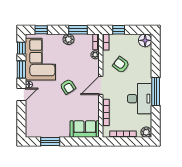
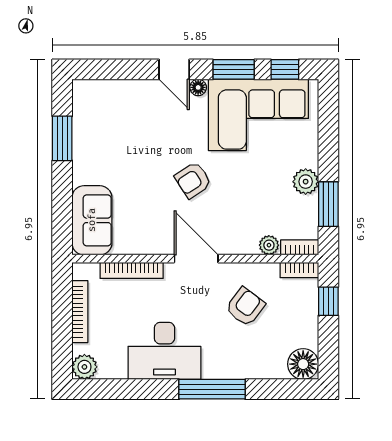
window: (41, 30) -> (328, 116), removed
window: (156, 92) -> (212, 389), moved

